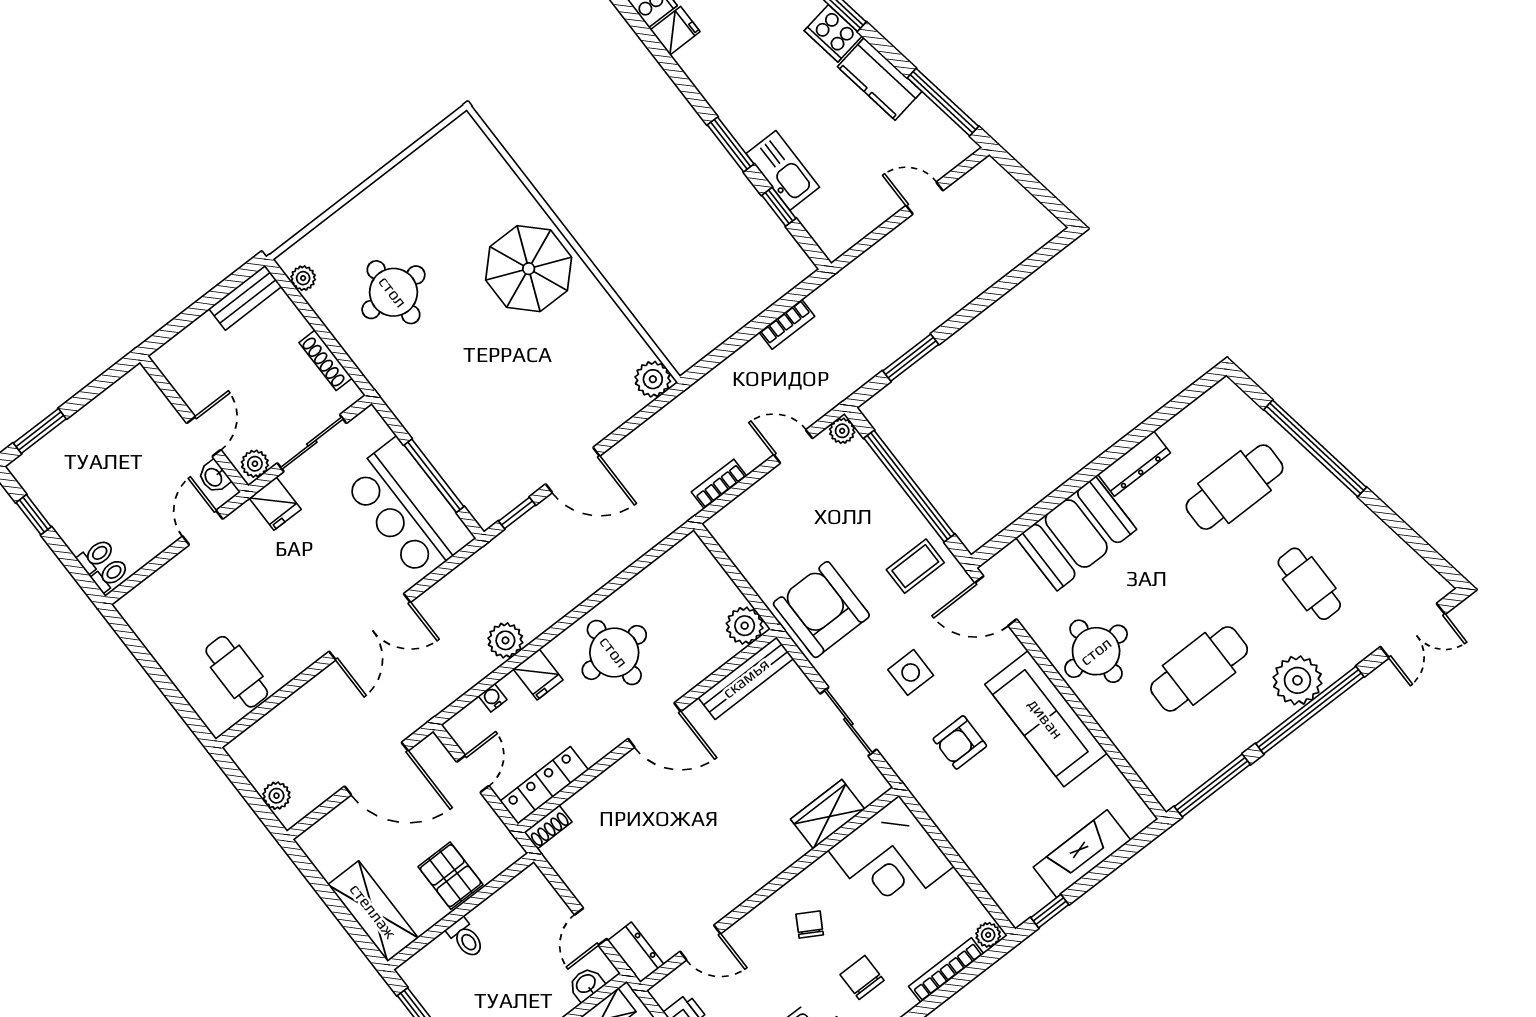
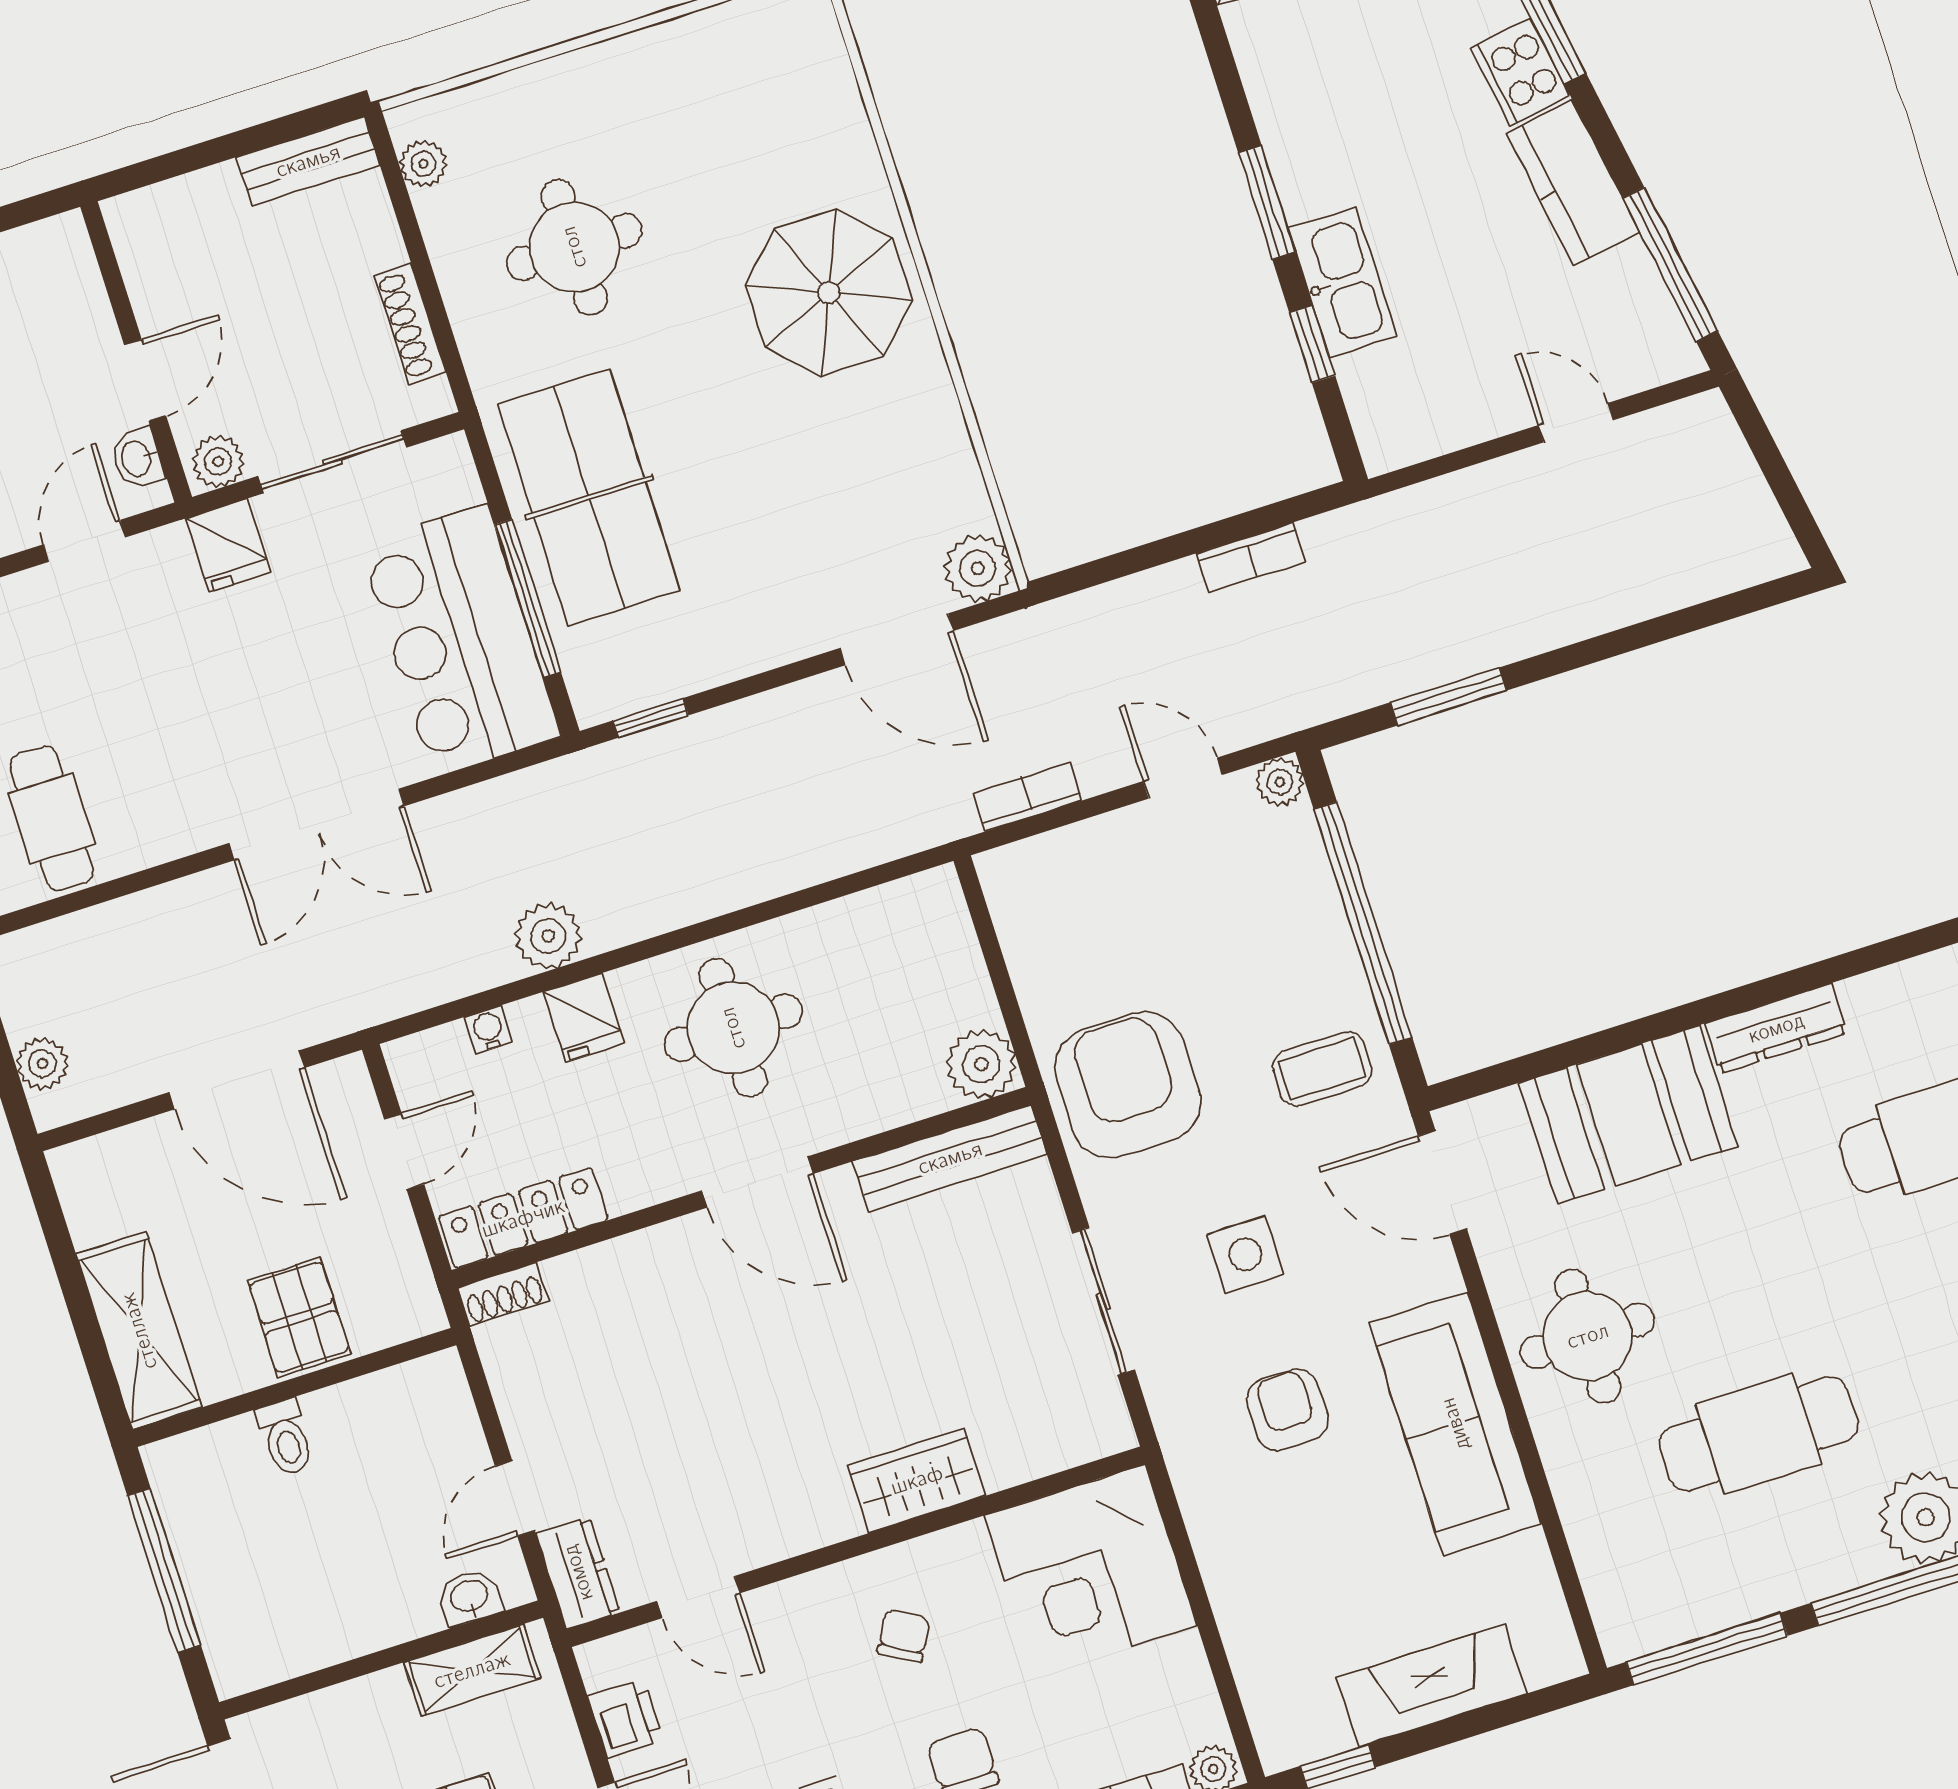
table tennis table: (446, 414) -> (589, 497), added
door: (573, 470) -> (897, 639), moved
armchair: (960, 742) -> (1287, 1410), turned 90
wardrobe: (828, 814) -> (917, 1480), moved

